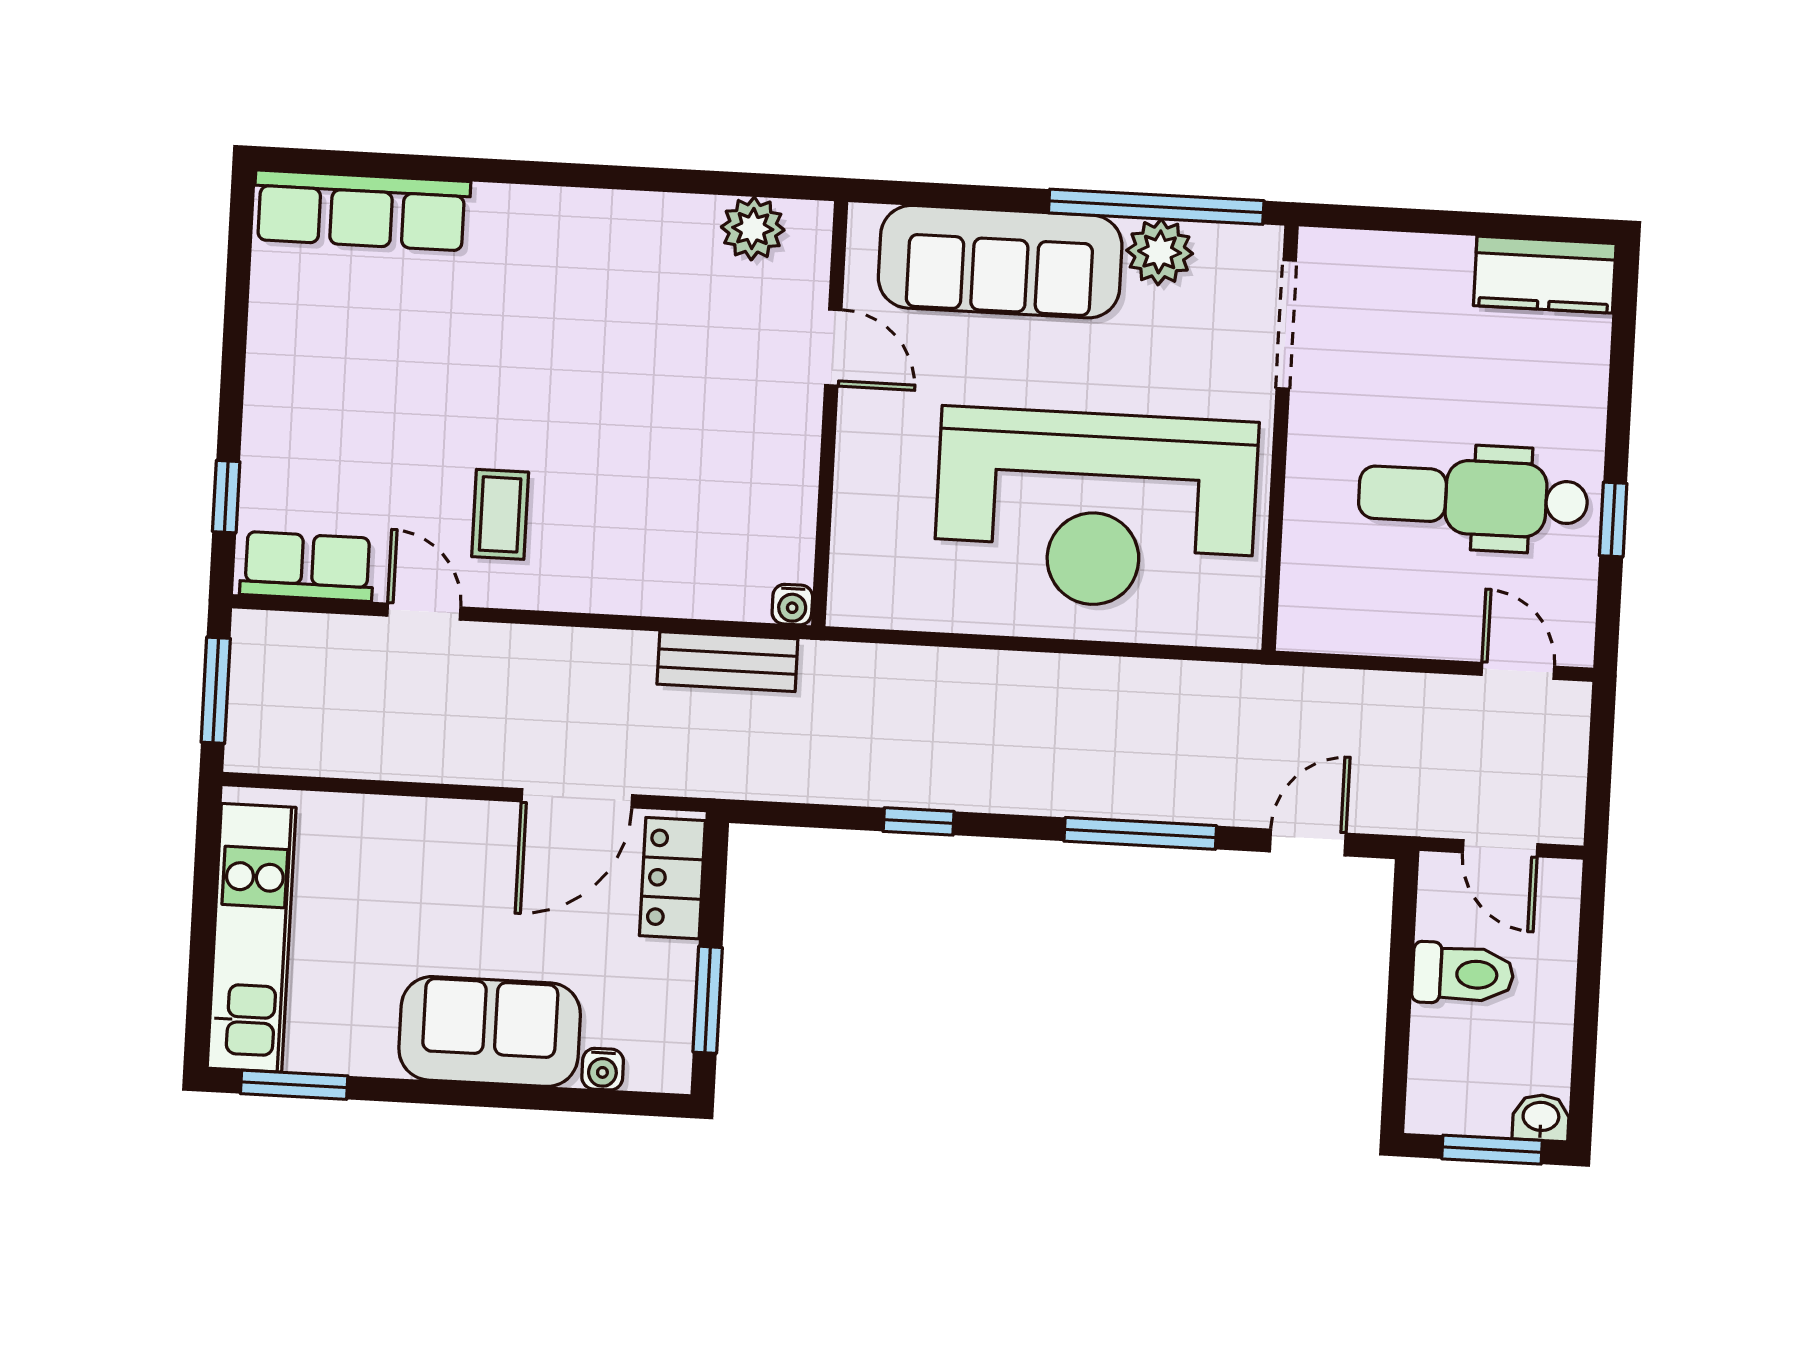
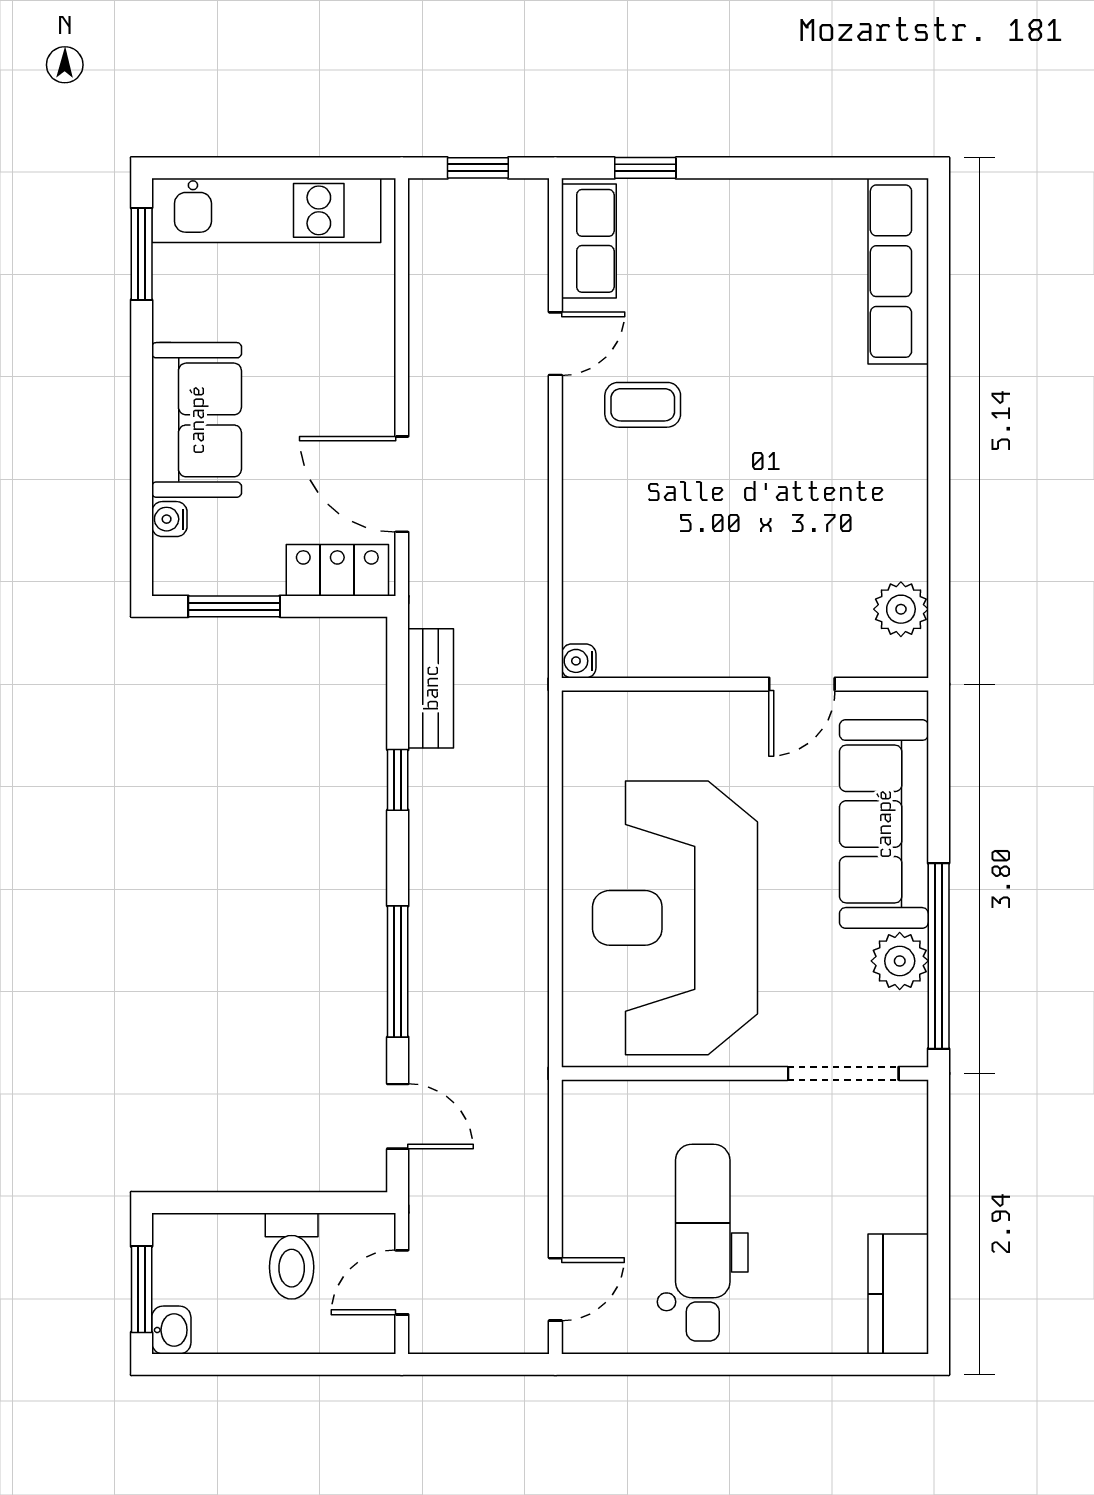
window: (1613, 520) -> (690, 1364), removed
bench: (727, 662) -> (431, 688), moved
window: (216, 690) -> (478, 168), width x0.67

